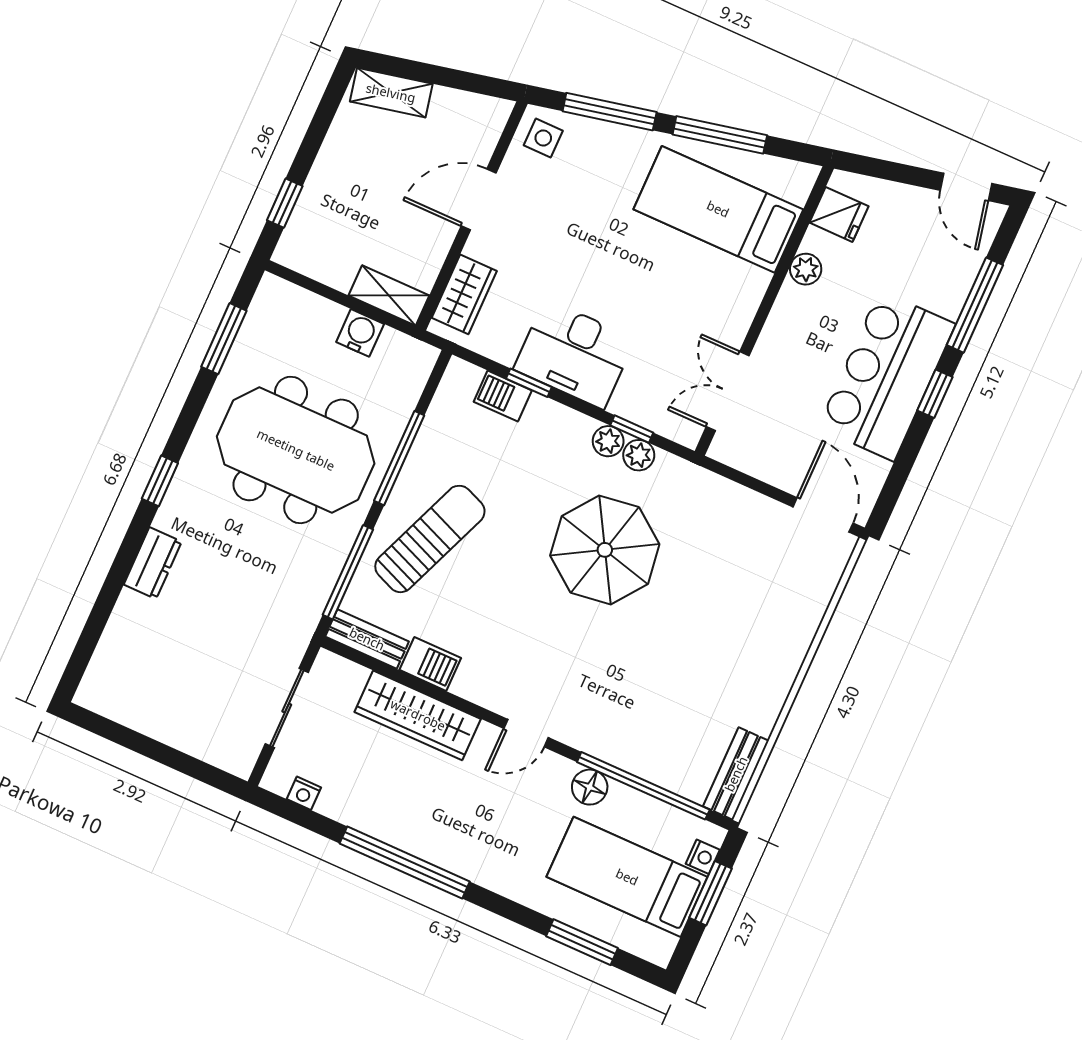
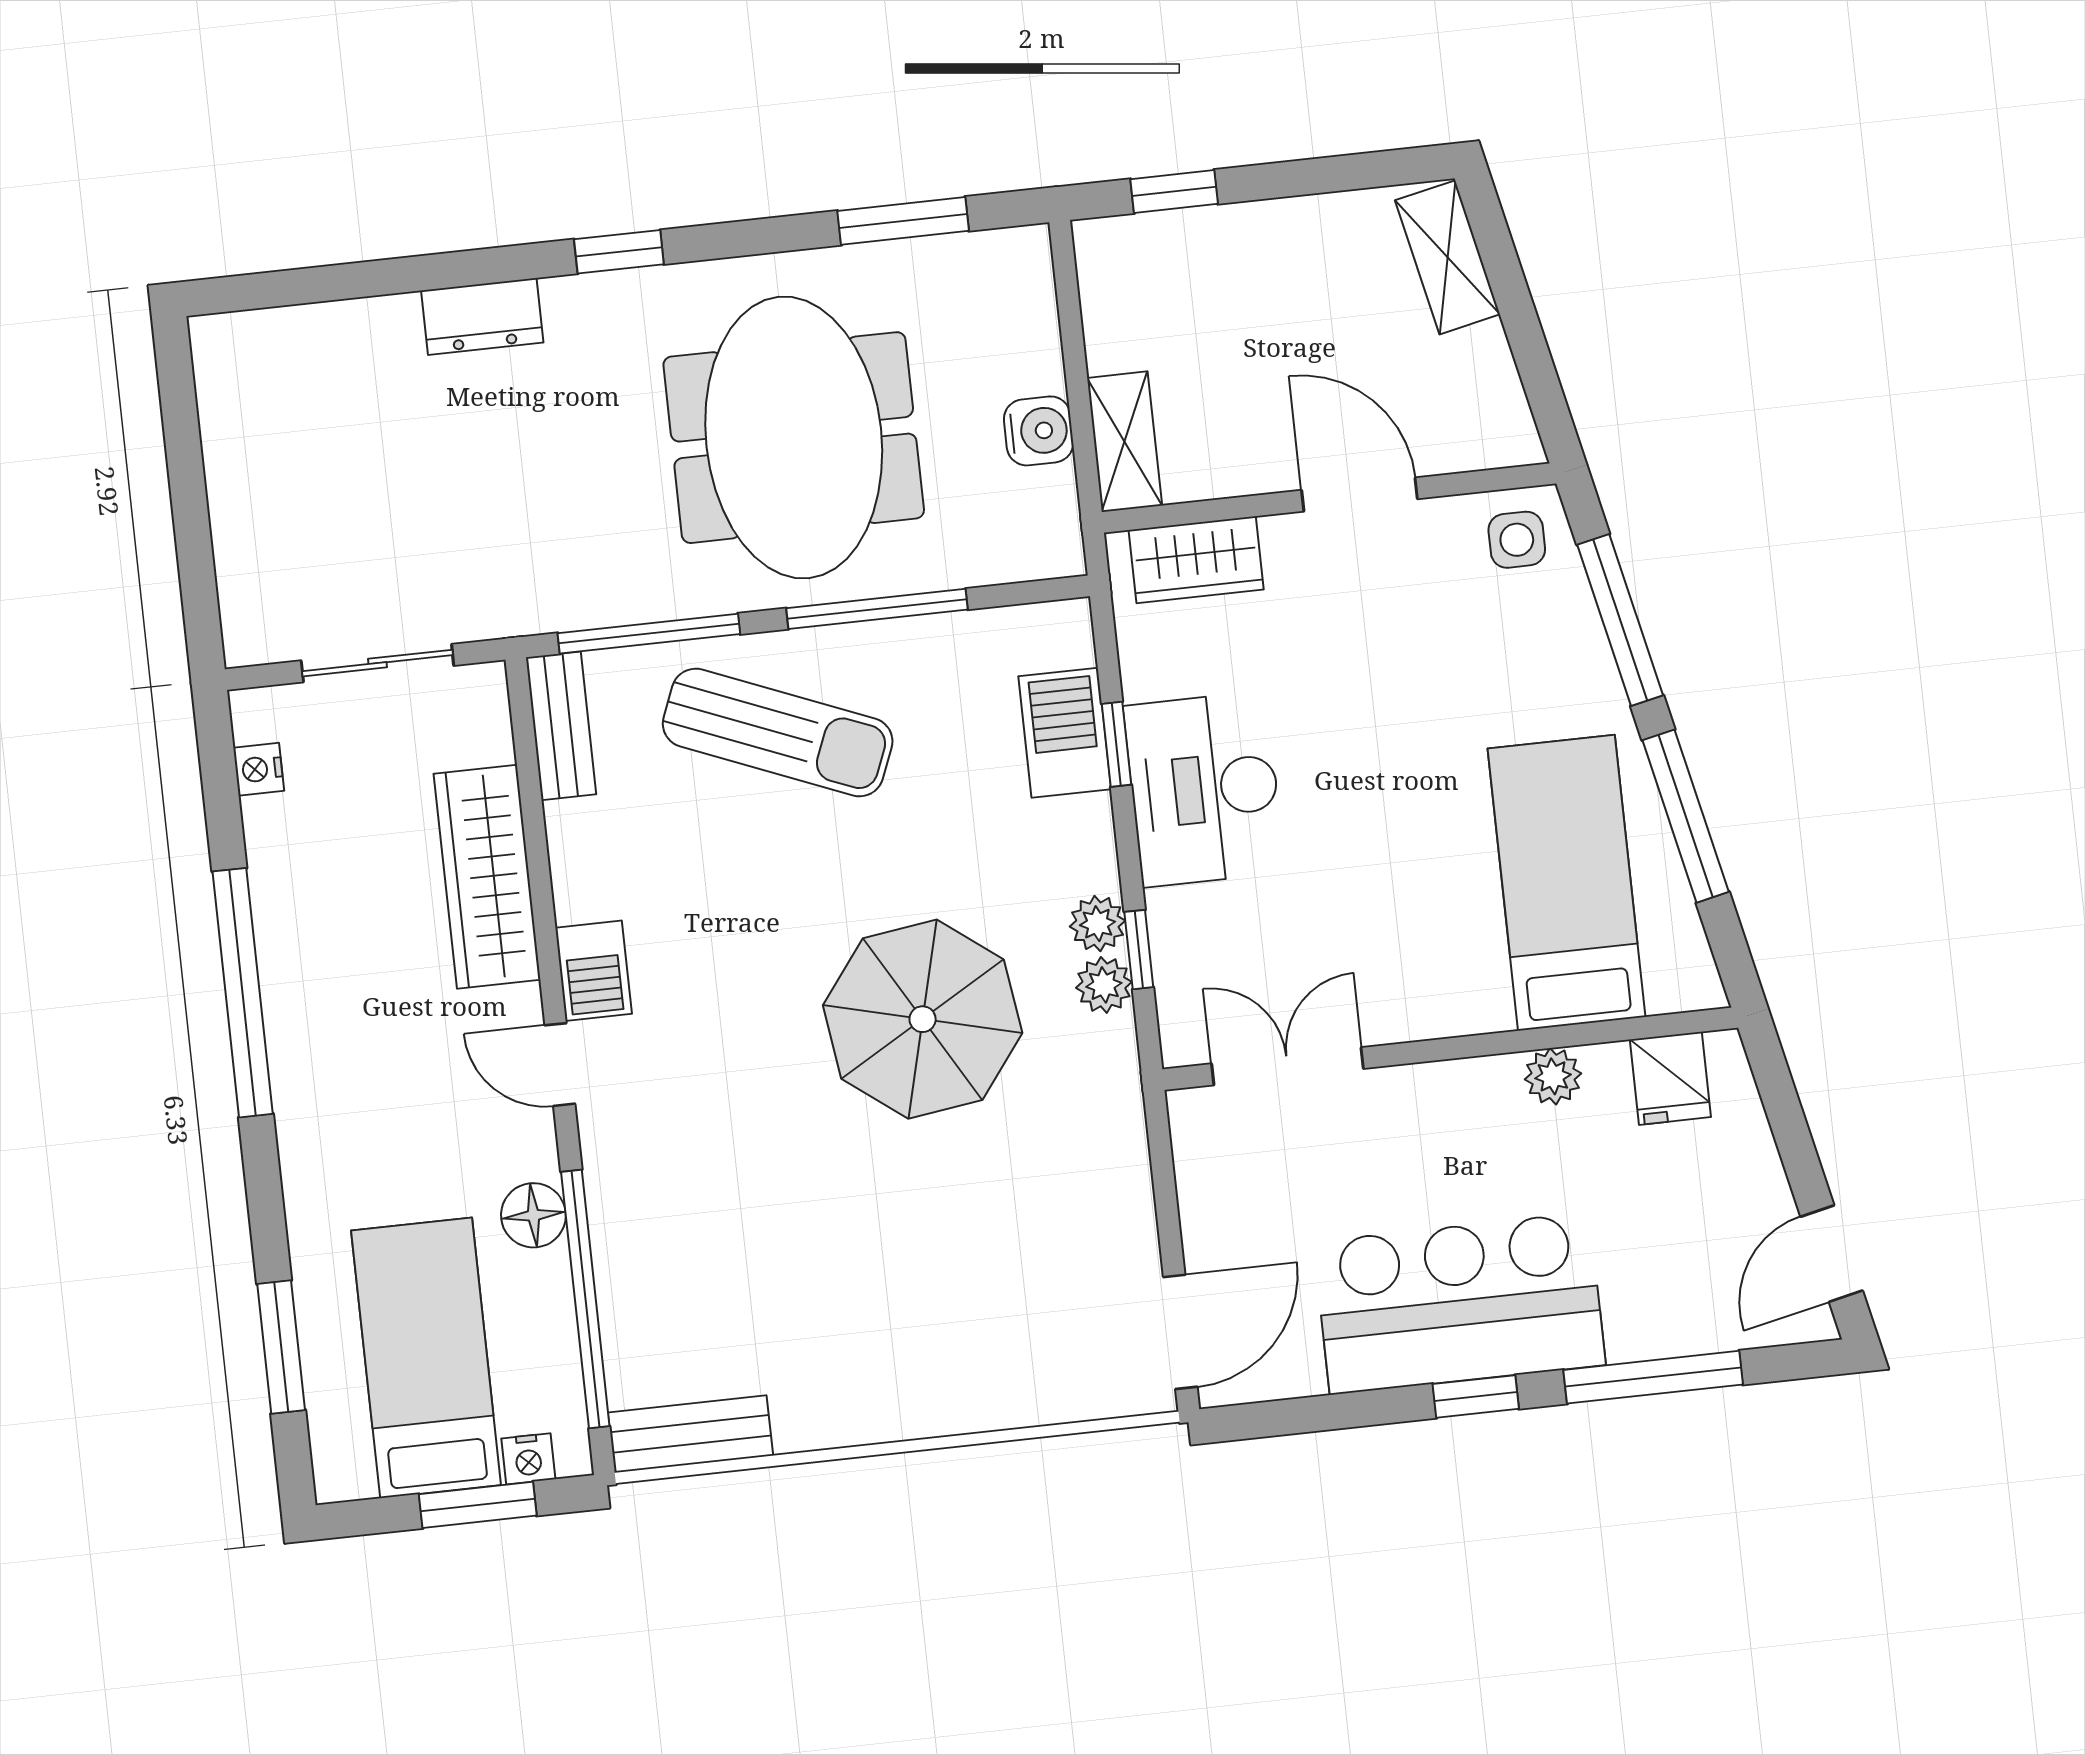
barbecue: (503, 396) -> (1065, 733), width x1.38, depth x1.27
barbecue: (430, 664) -> (594, 971), moved

